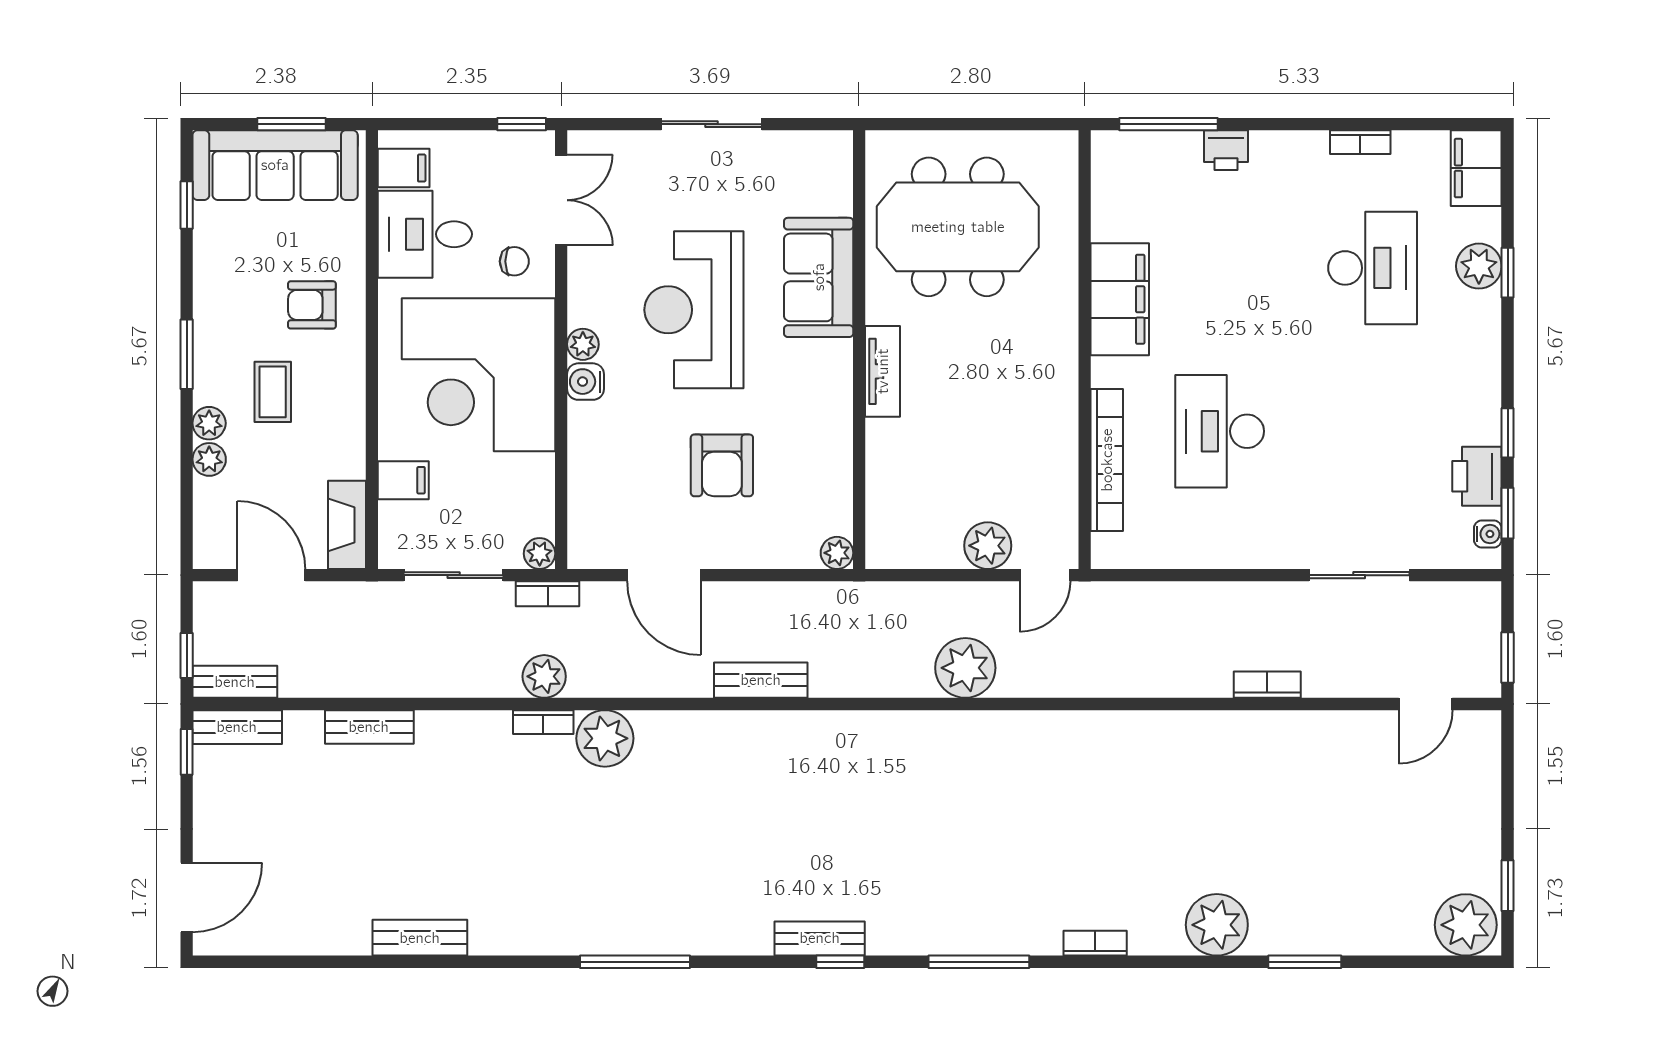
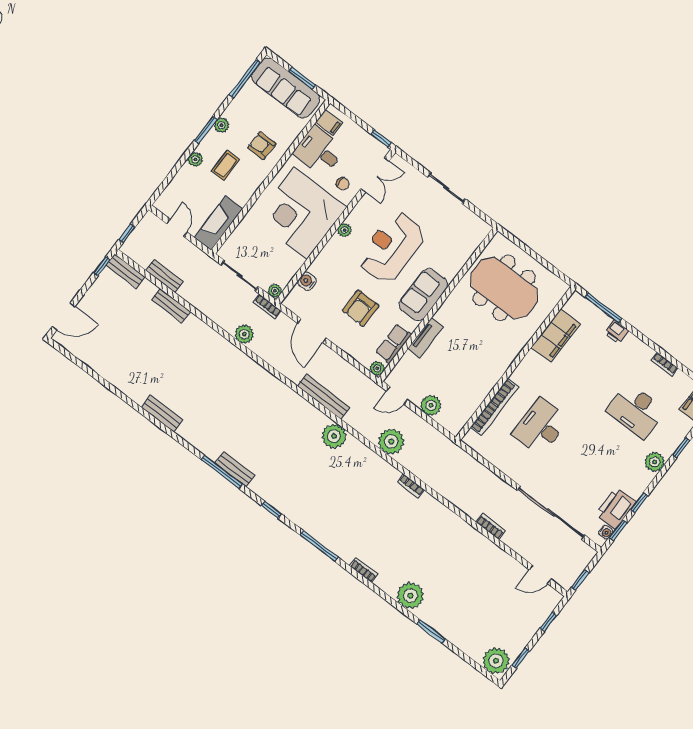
window: (187, 205) -> (245, 79), width x2.17
plant: (1479, 266) -> (655, 462), moved
desk: (1373, 268) -> (636, 411), turned 90
sofa: (819, 277) -> (423, 295), moved
filing cabinet: (1120, 299) -> (556, 336), moved
tv unit: (883, 371) -> (425, 338), moved
water cooler: (585, 382) -> (307, 281), moved
plant: (209, 459) -> (221, 125), moved
printer: (1477, 476) -> (616, 508), width x1.37, depth x1.19
filing cabinet: (403, 480) -> (247, 230), removed
row of seats: (832, 485) -> (394, 344), added
fireplace: (347, 525) -> (218, 223), width x1.37, depth x1.32
door: (271, 575) -> (177, 228), width x0.73
door: (1045, 575) -> (397, 395), moved
sliding door: (1359, 575) -> (551, 513), width x1.86
bench: (761, 680) -> (324, 397), width x1.36
bench: (235, 682) -> (165, 276), moved
bookcase: (543, 722) -> (411, 486), moved
plant: (605, 738) -> (334, 436), moved
window: (1508, 780) -> (548, 622), added
bench: (420, 938) -> (162, 413), moved
bench: (820, 938) -> (235, 469), moved
window: (635, 962) -> (222, 472), moved

